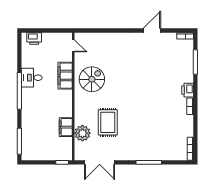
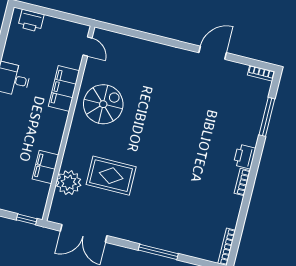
rug: (108, 122) -> (111, 176), turned 90

